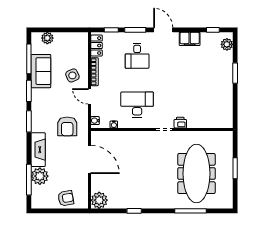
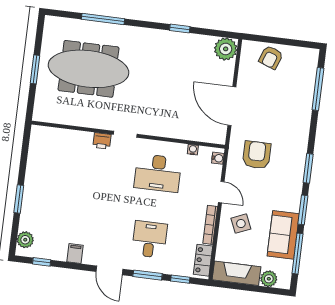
filing cabinet: (190, 39) -> (75, 253), width x0.50
fireplace: (38, 150) -> (236, 273), moved, turned 90
meeting table: (196, 174) -> (89, 69), turned 90
plant: (40, 176) -> (303, 92), removed
armchair: (66, 198) -> (271, 57), turned -60

